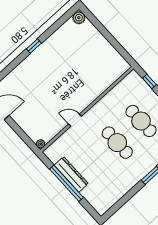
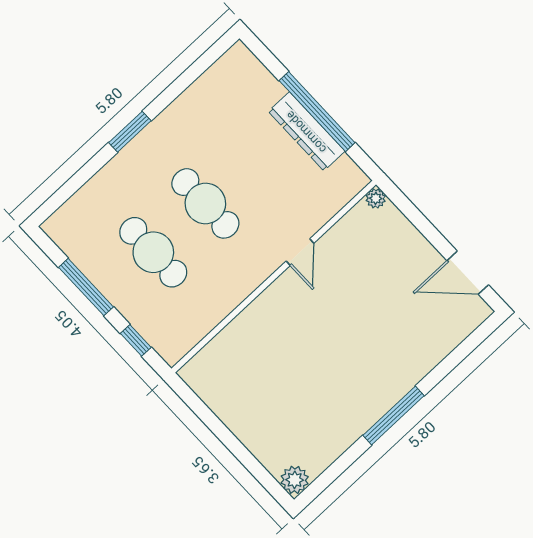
window: (34, 46) -> (394, 416), width x2.17
door: (75, 120) -> (300, 252), hinge flipped

